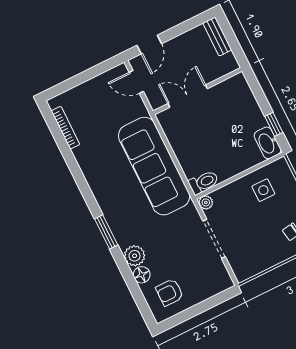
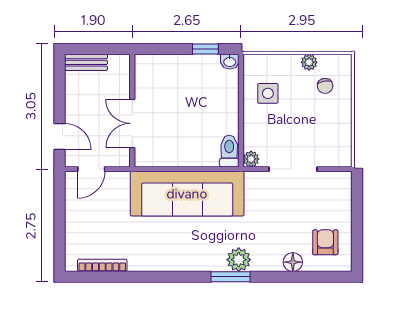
washbasin: (268, 143) -> (230, 62), width x0.52, depth x0.69
plant: (135, 256) -> (239, 260), moved
armchair: (170, 292) -> (325, 242), turned 180

